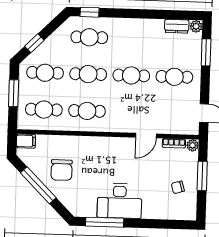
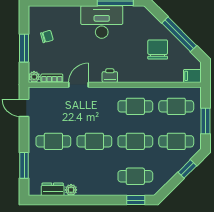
plant: (196, 26) -> (71, 190), moved
printer: (113, 144) -> (110, 76), added

